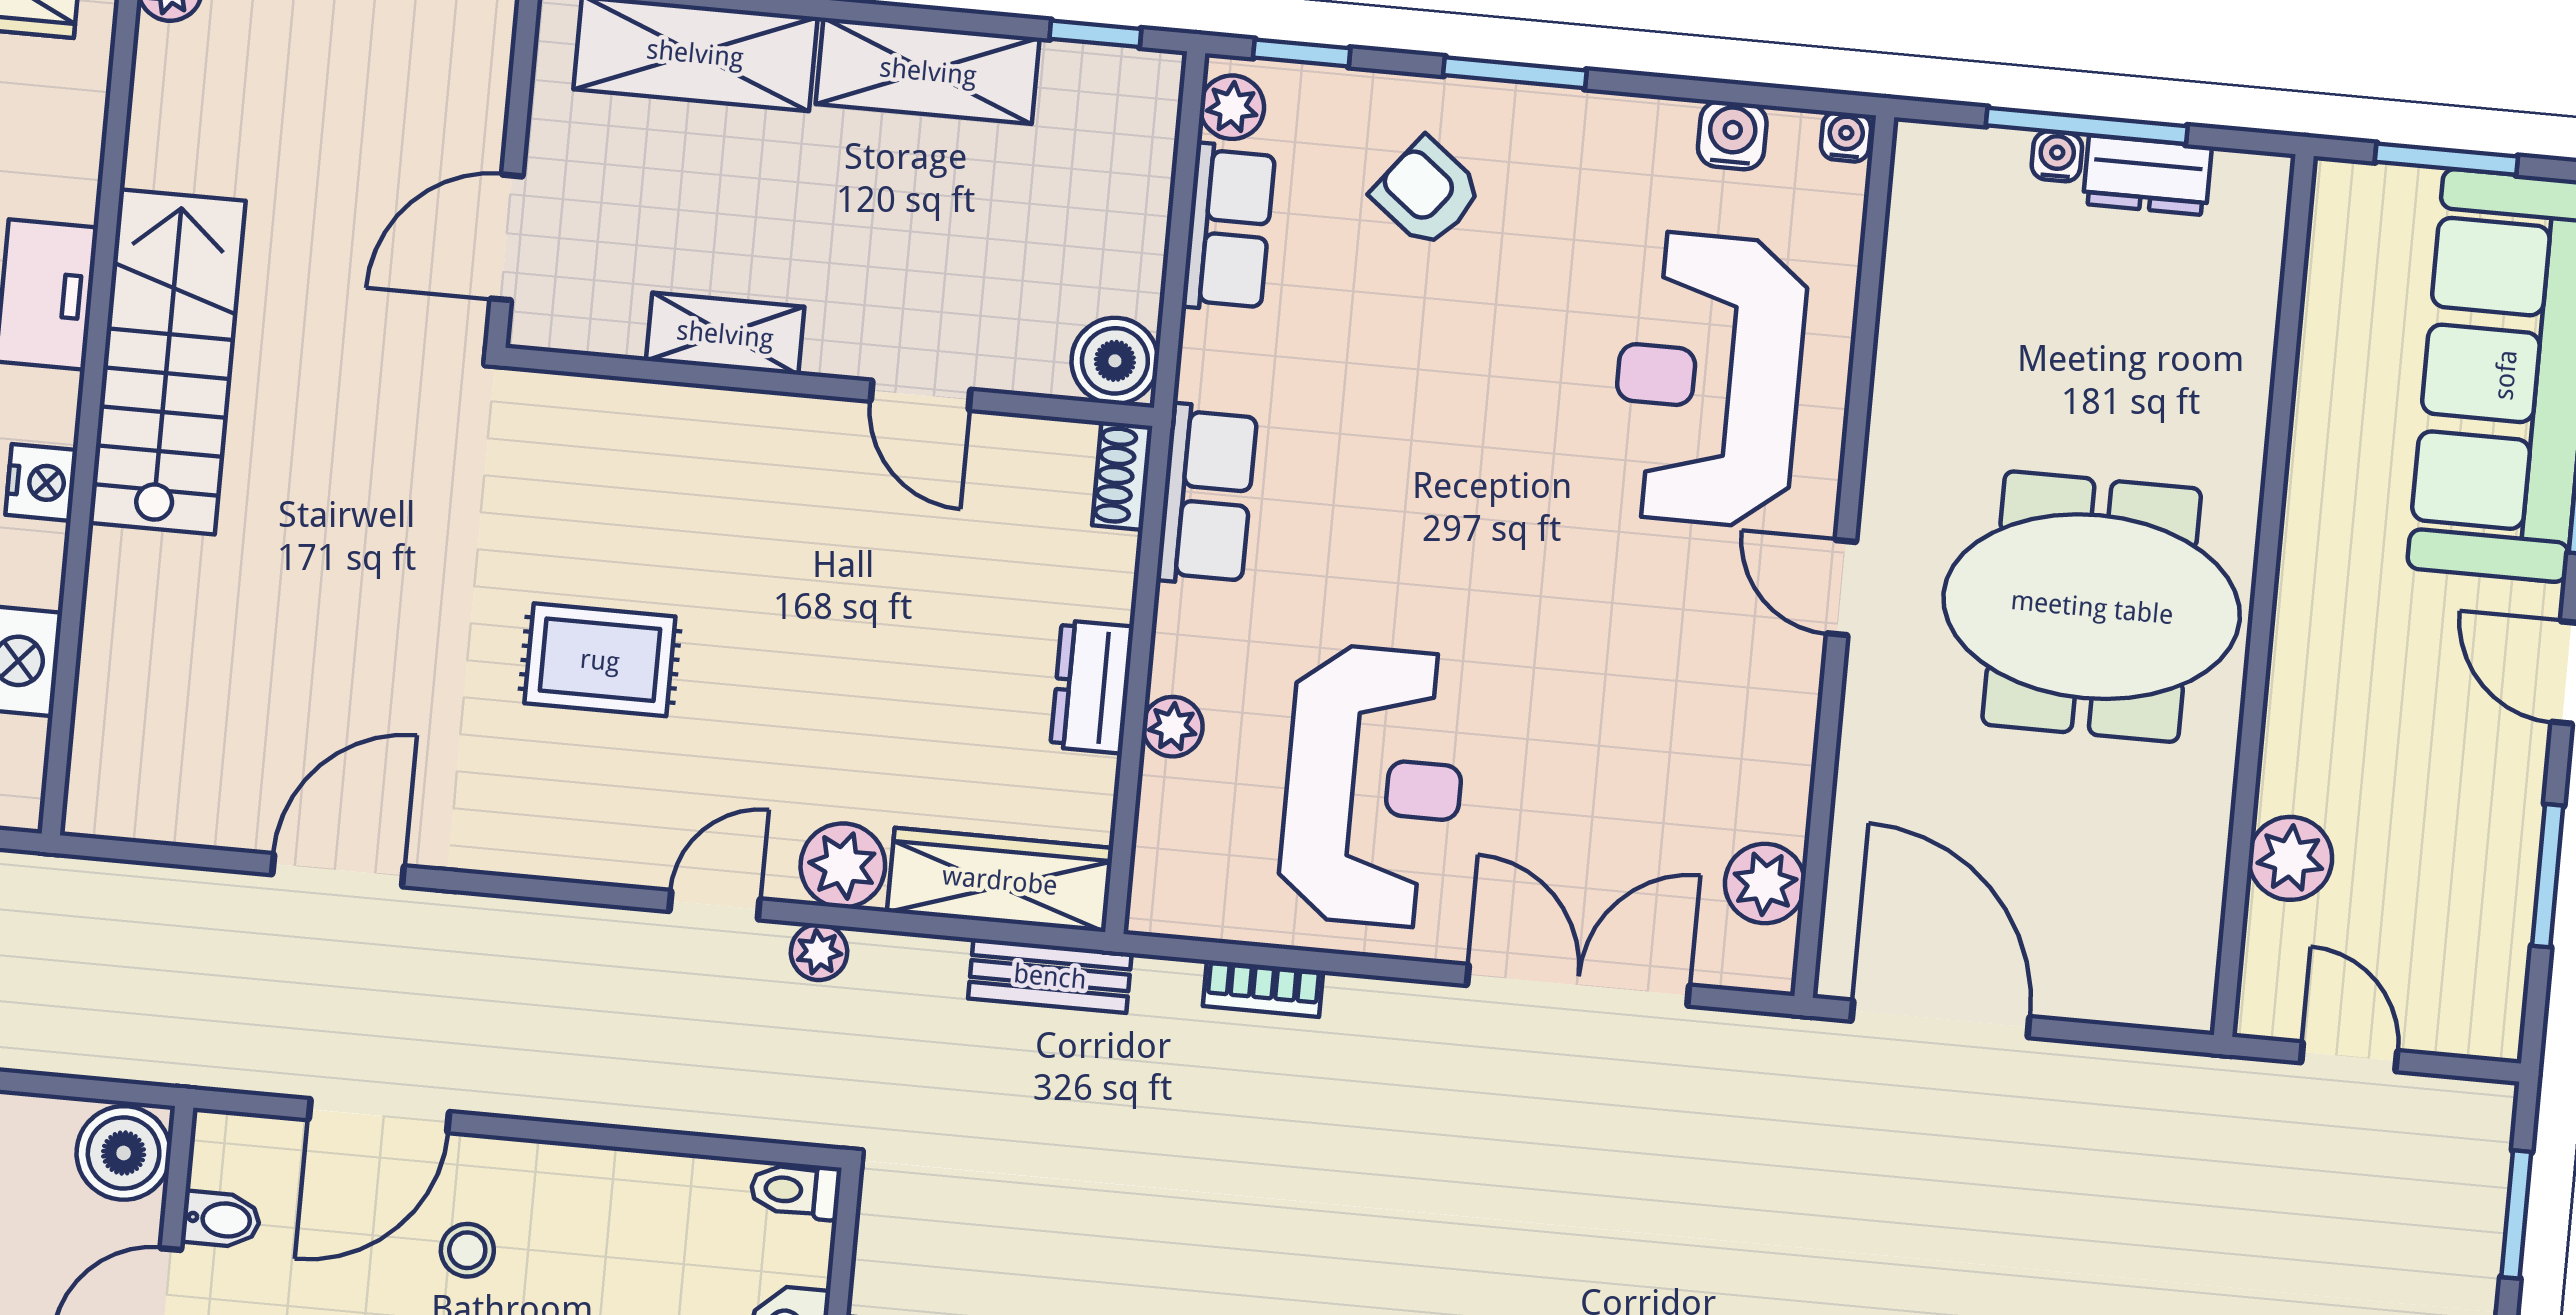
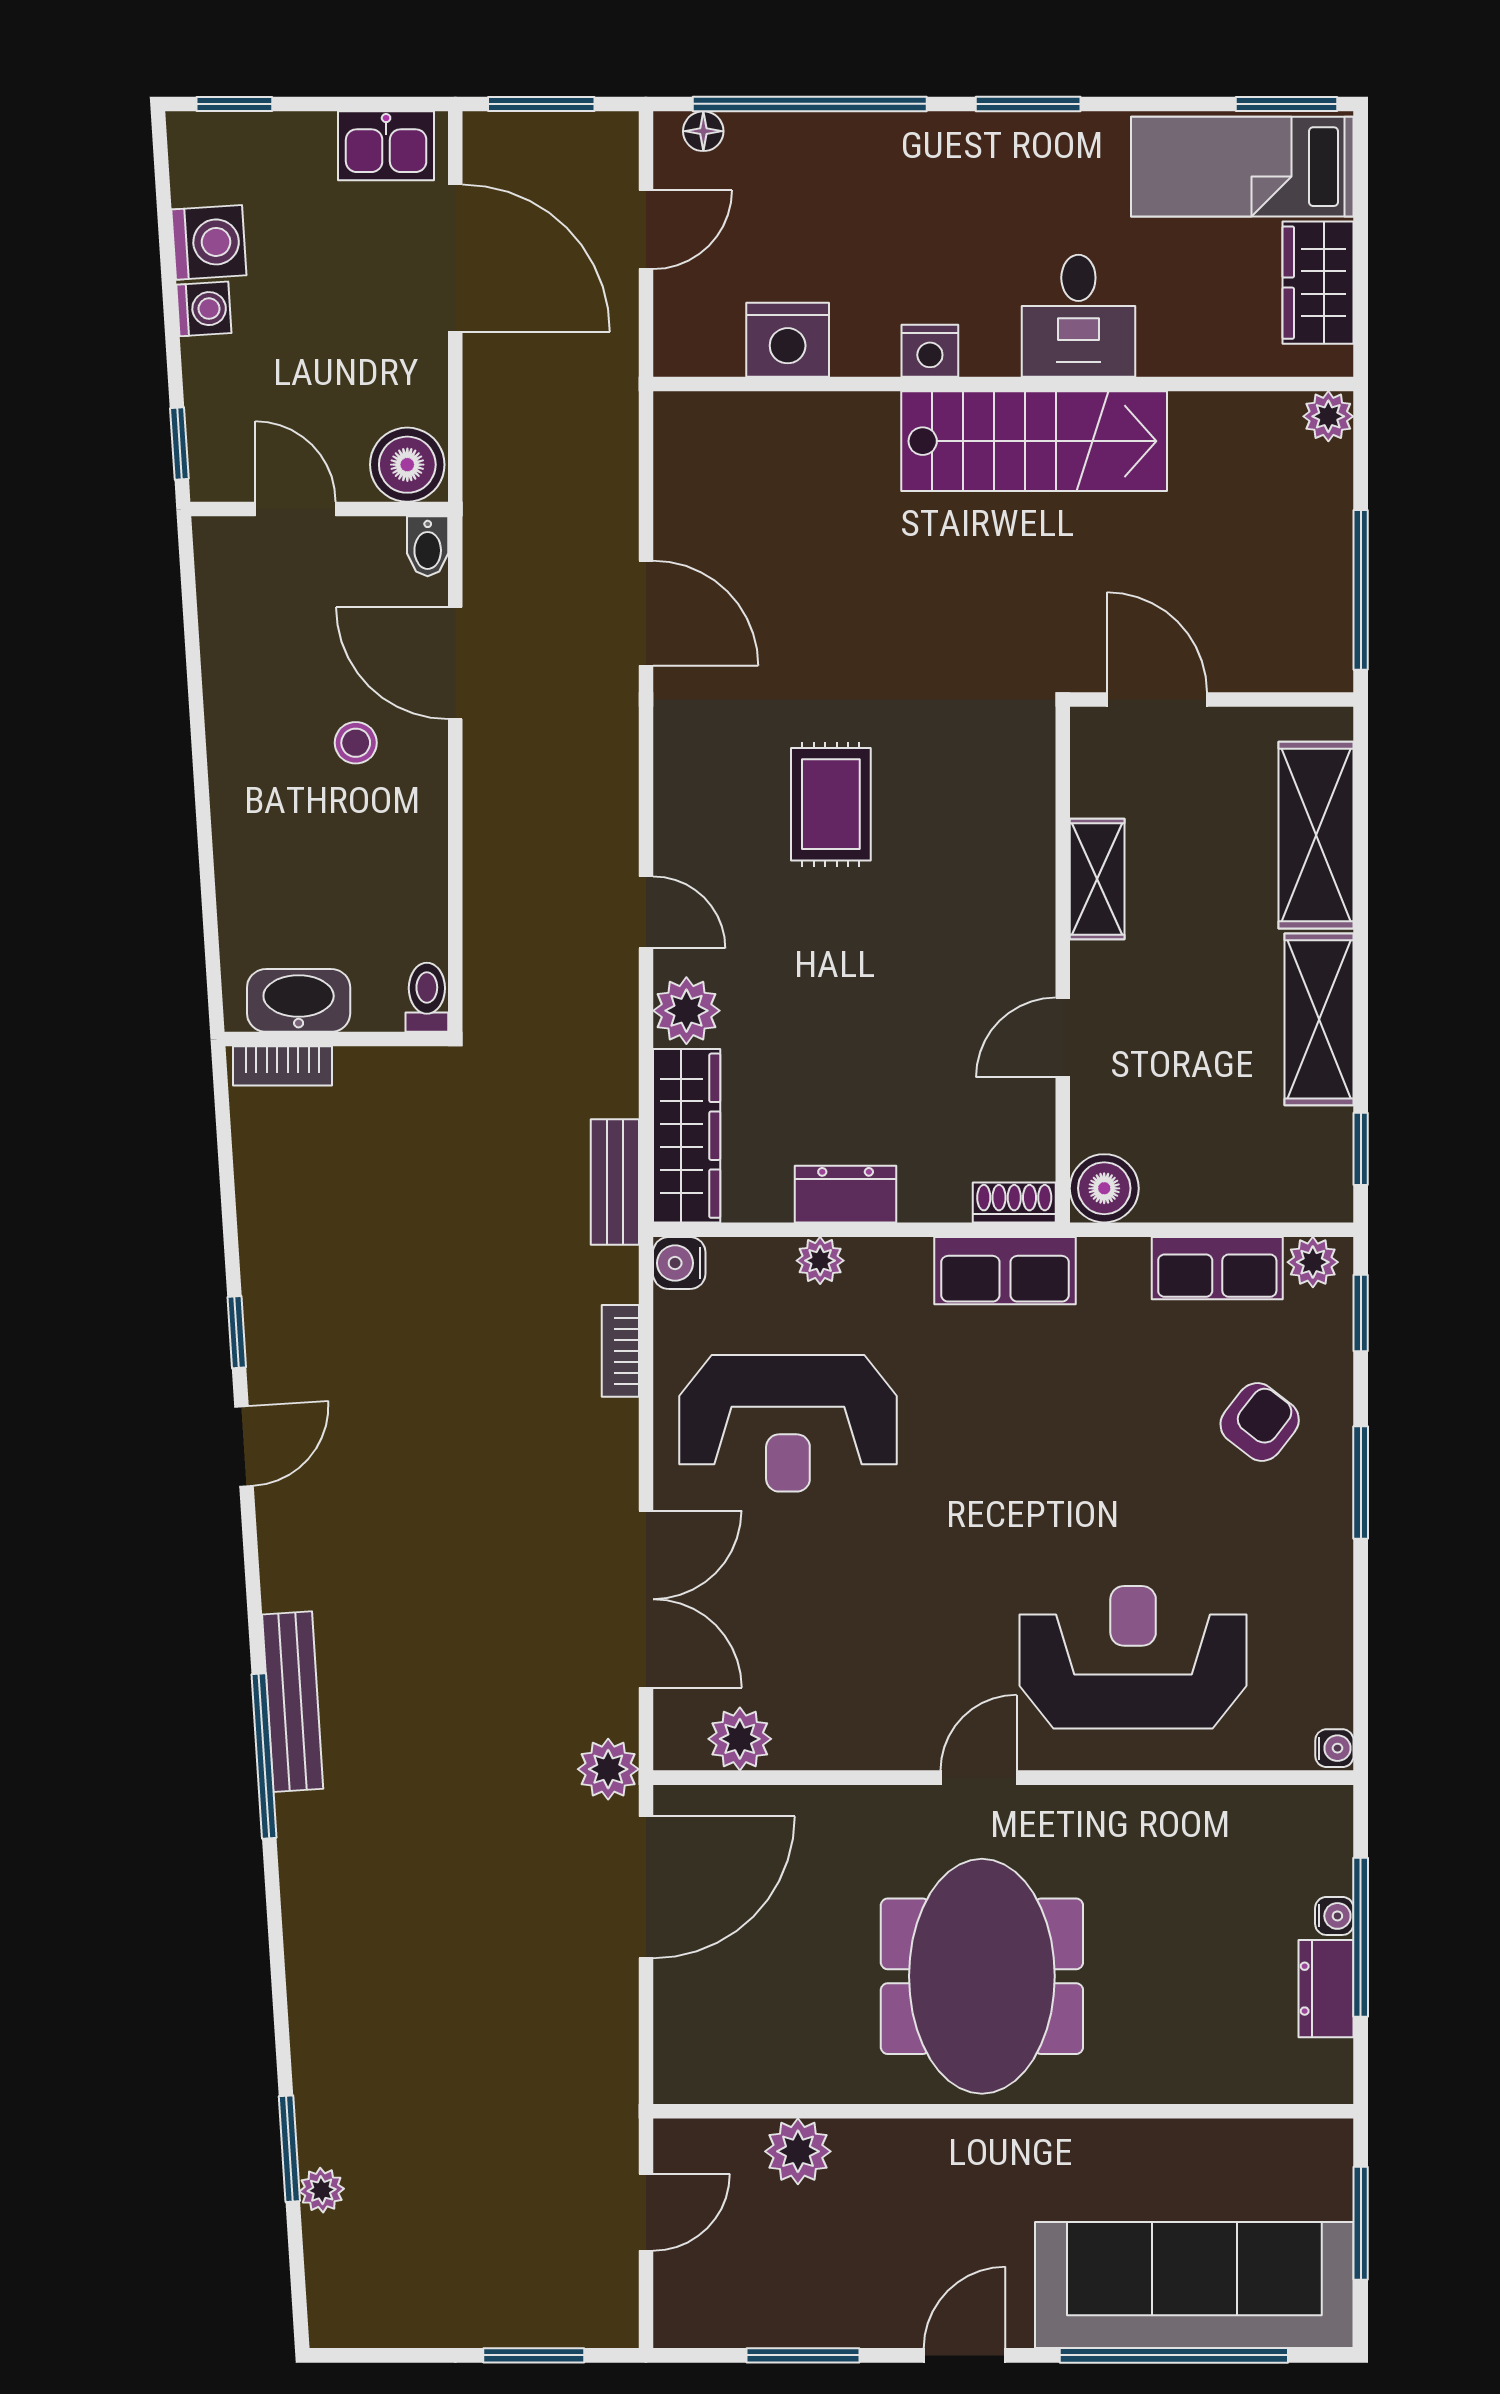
water cooler: (1732, 135) -> (679, 1263), moved, turned 180
plant: (819, 952) -> (608, 1769), moved, width x1.38, depth x1.38
bidet: (221, 1219) -> (428, 546), moved

